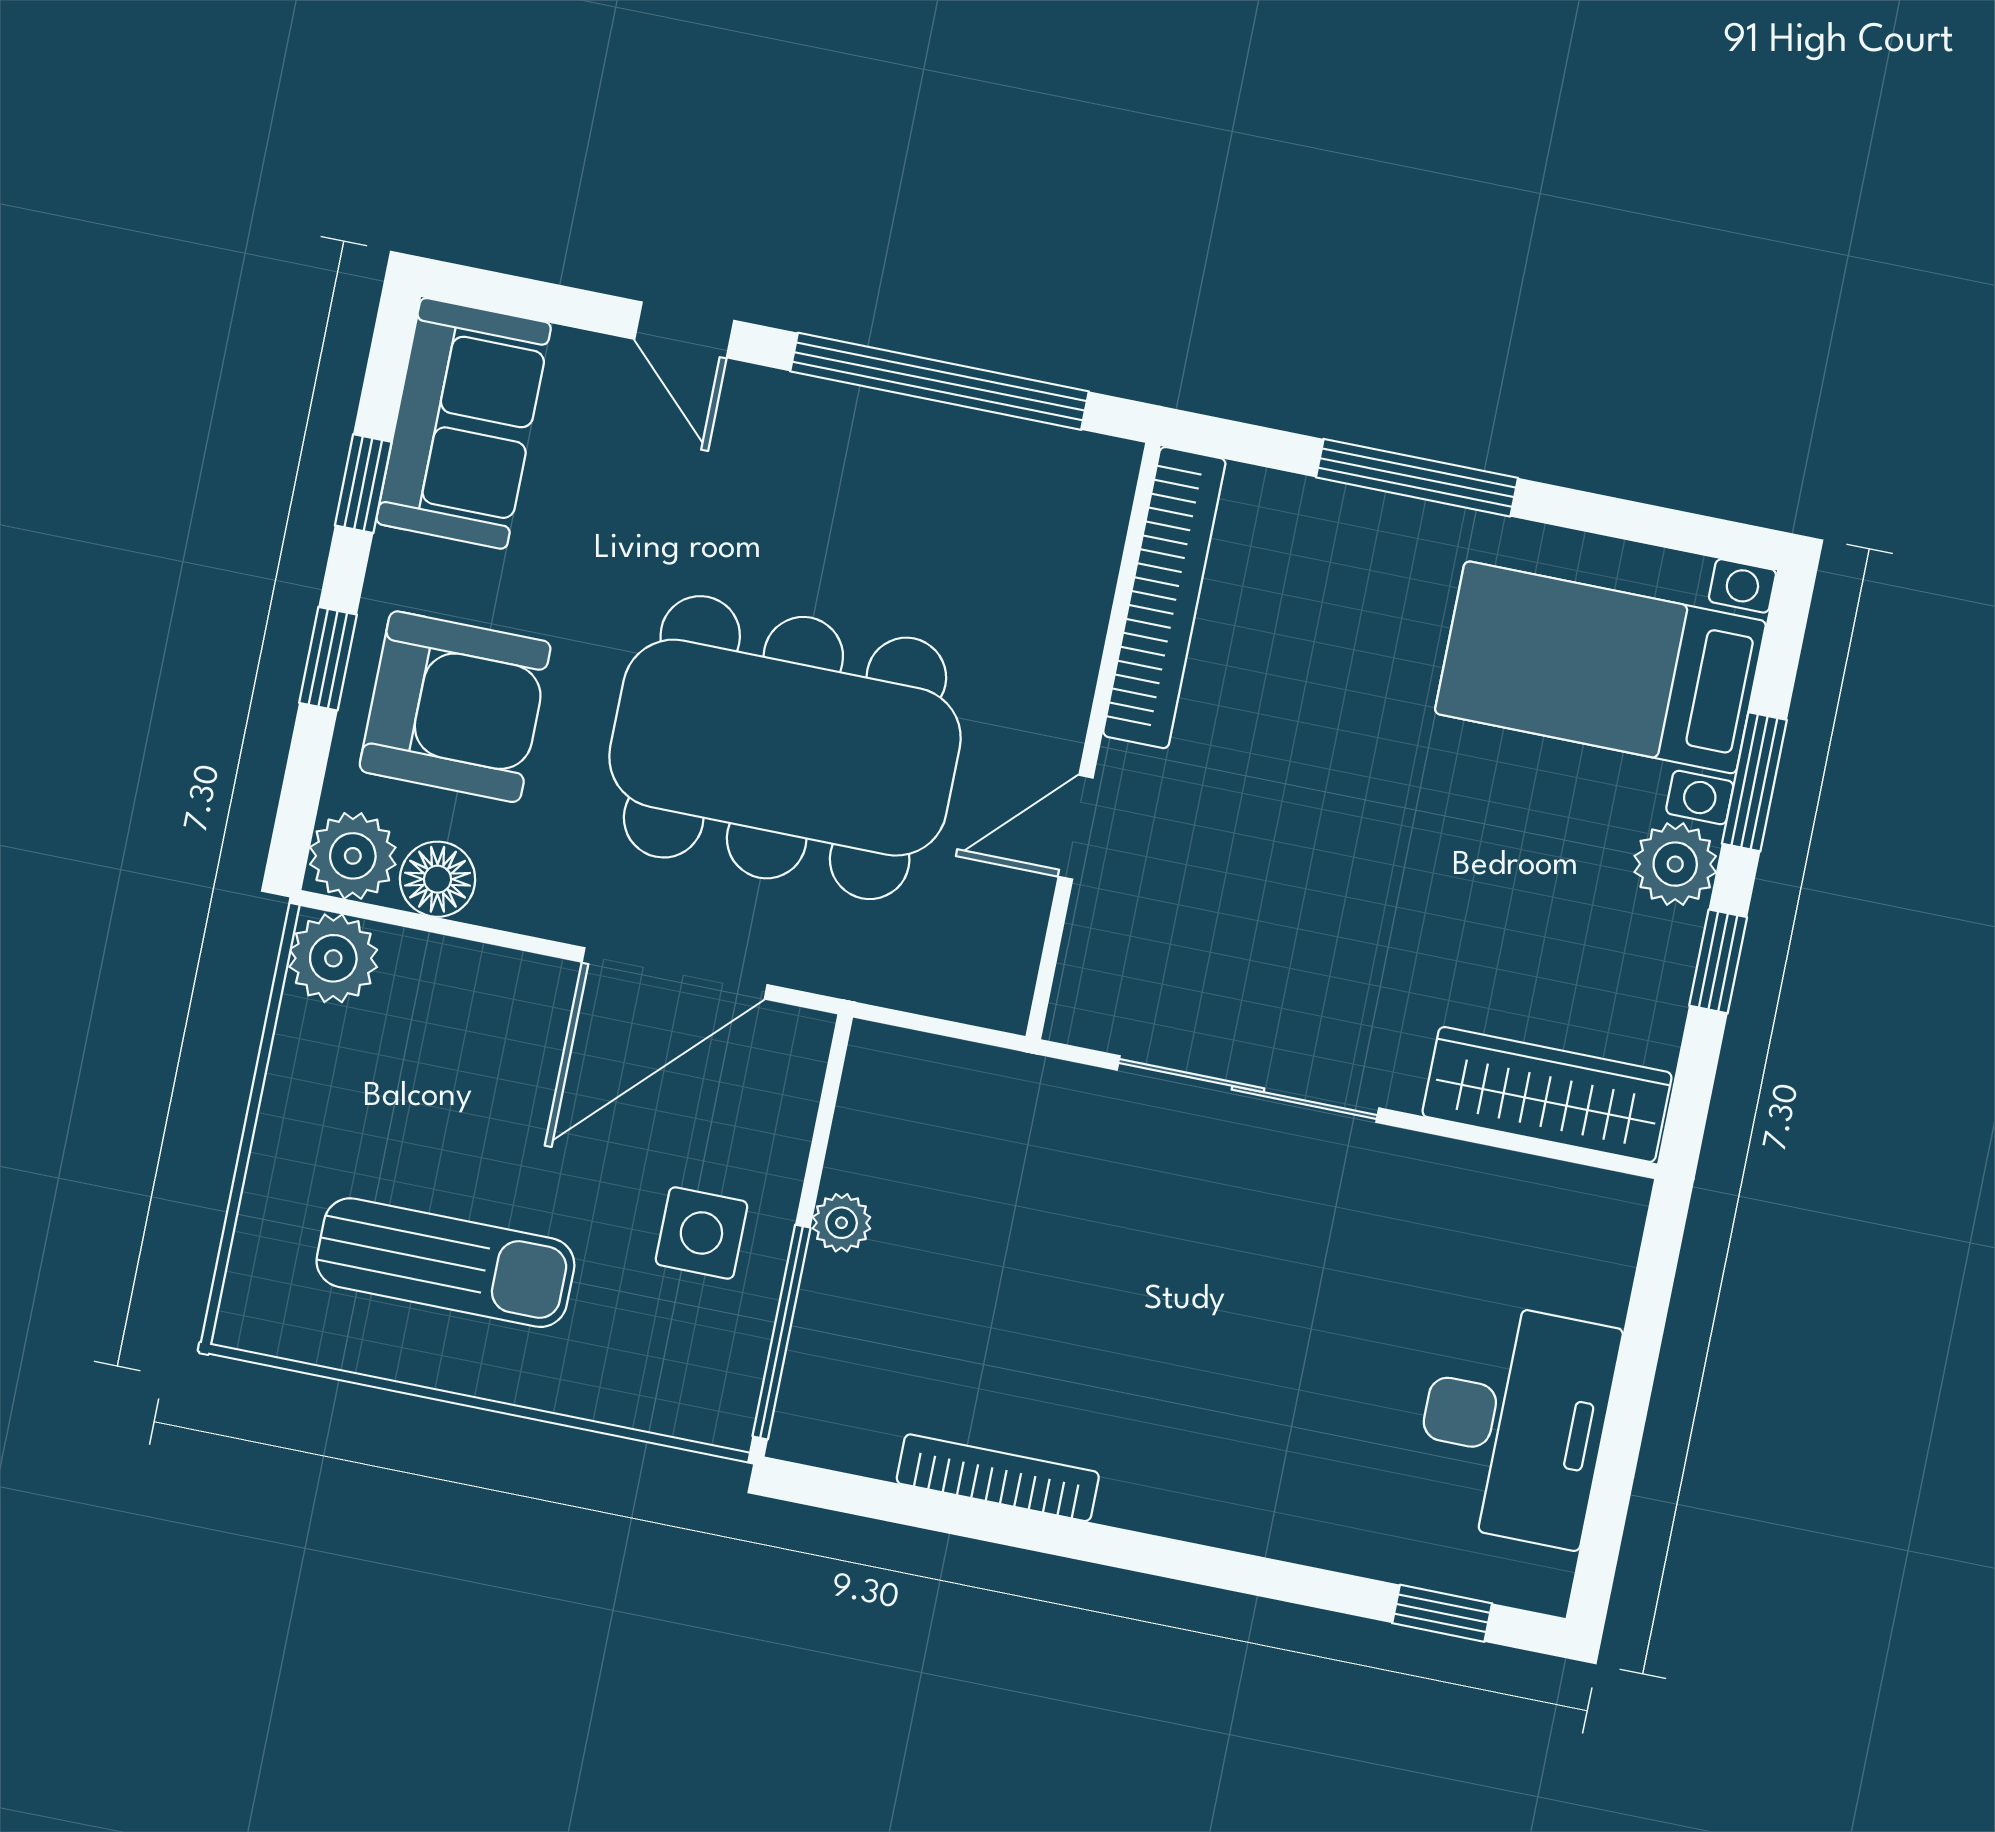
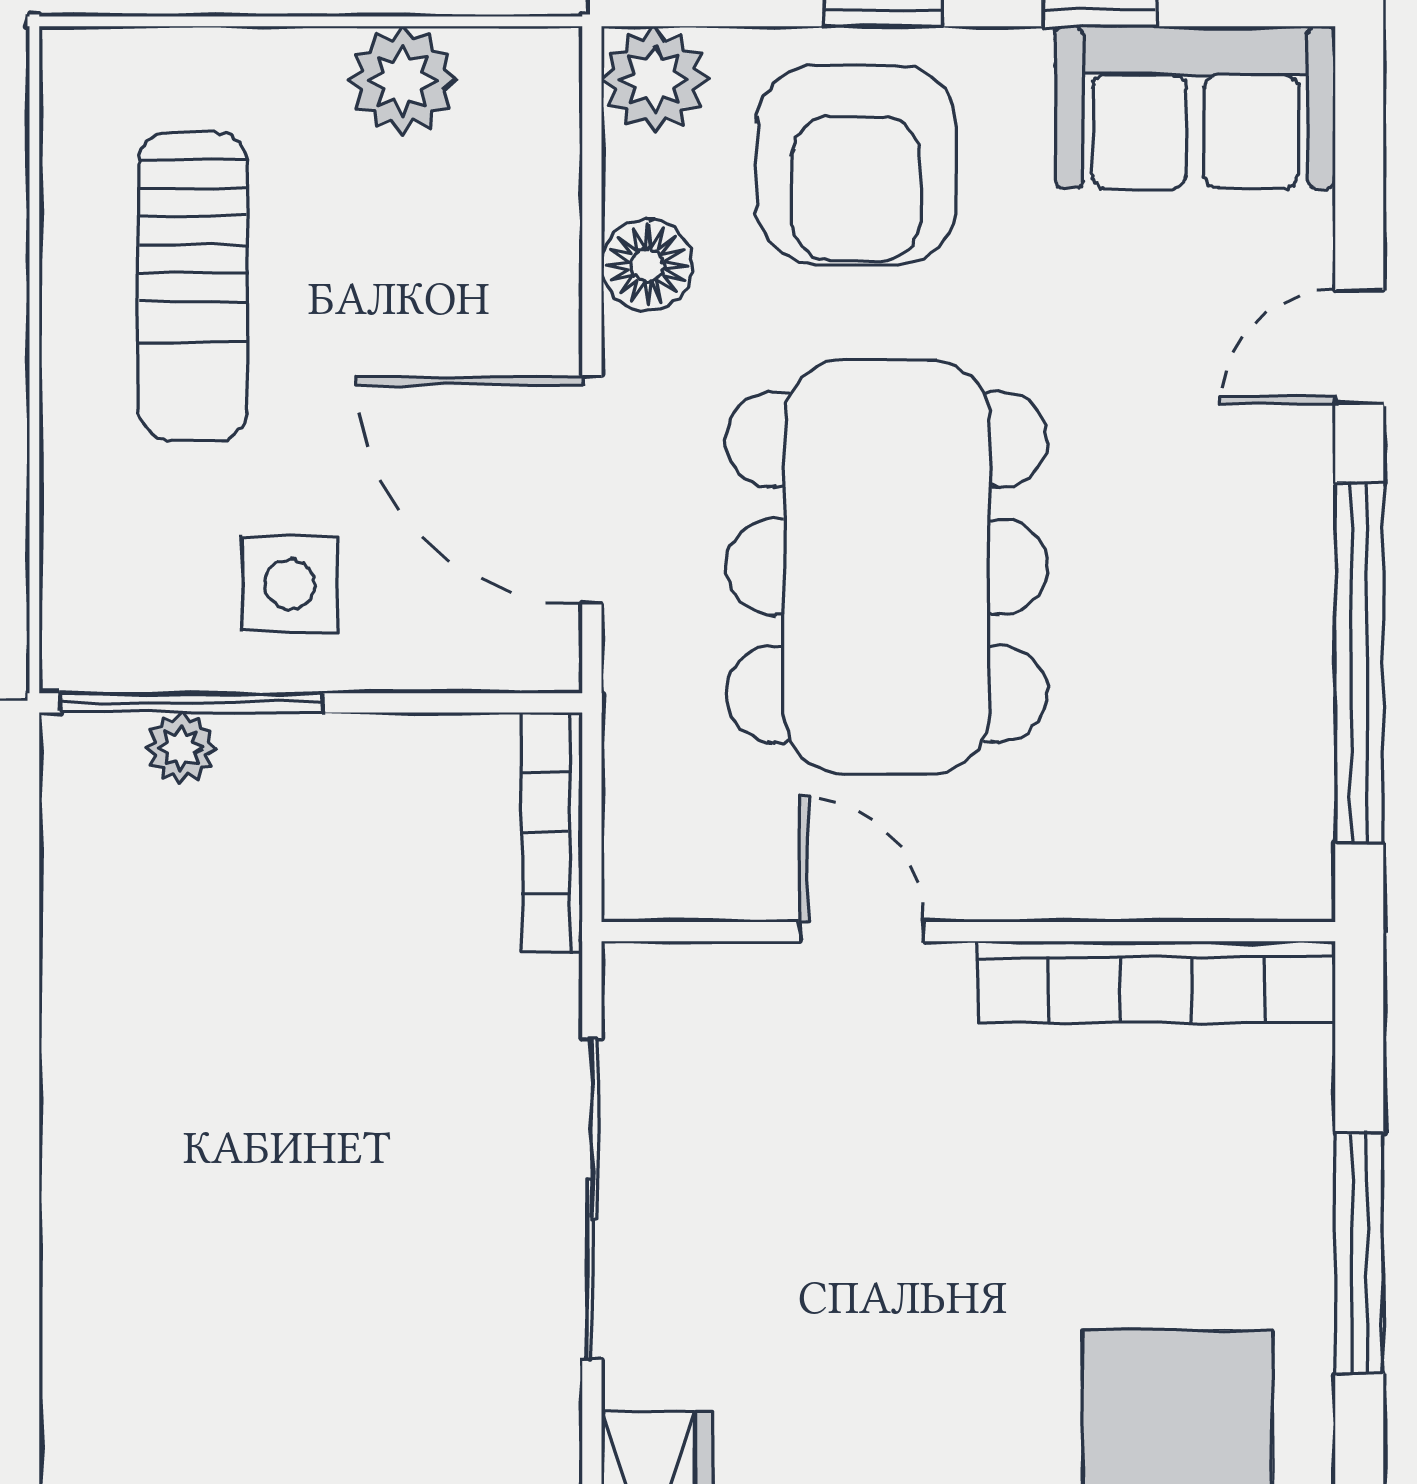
floor lamp: (438, 879) -> (647, 265), moved
plant: (333, 958) -> (402, 80), moved
plant: (841, 1223) -> (181, 748), moved
bookcase: (998, 1478) -> (552, 832), moved, turned 180

